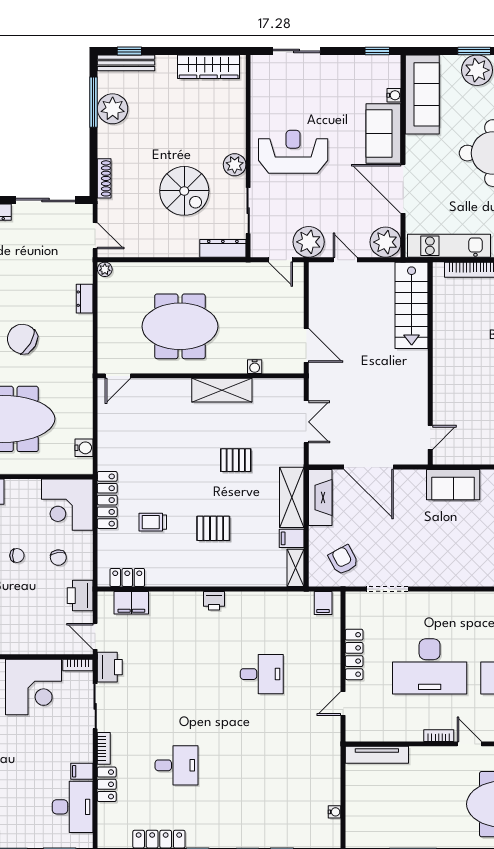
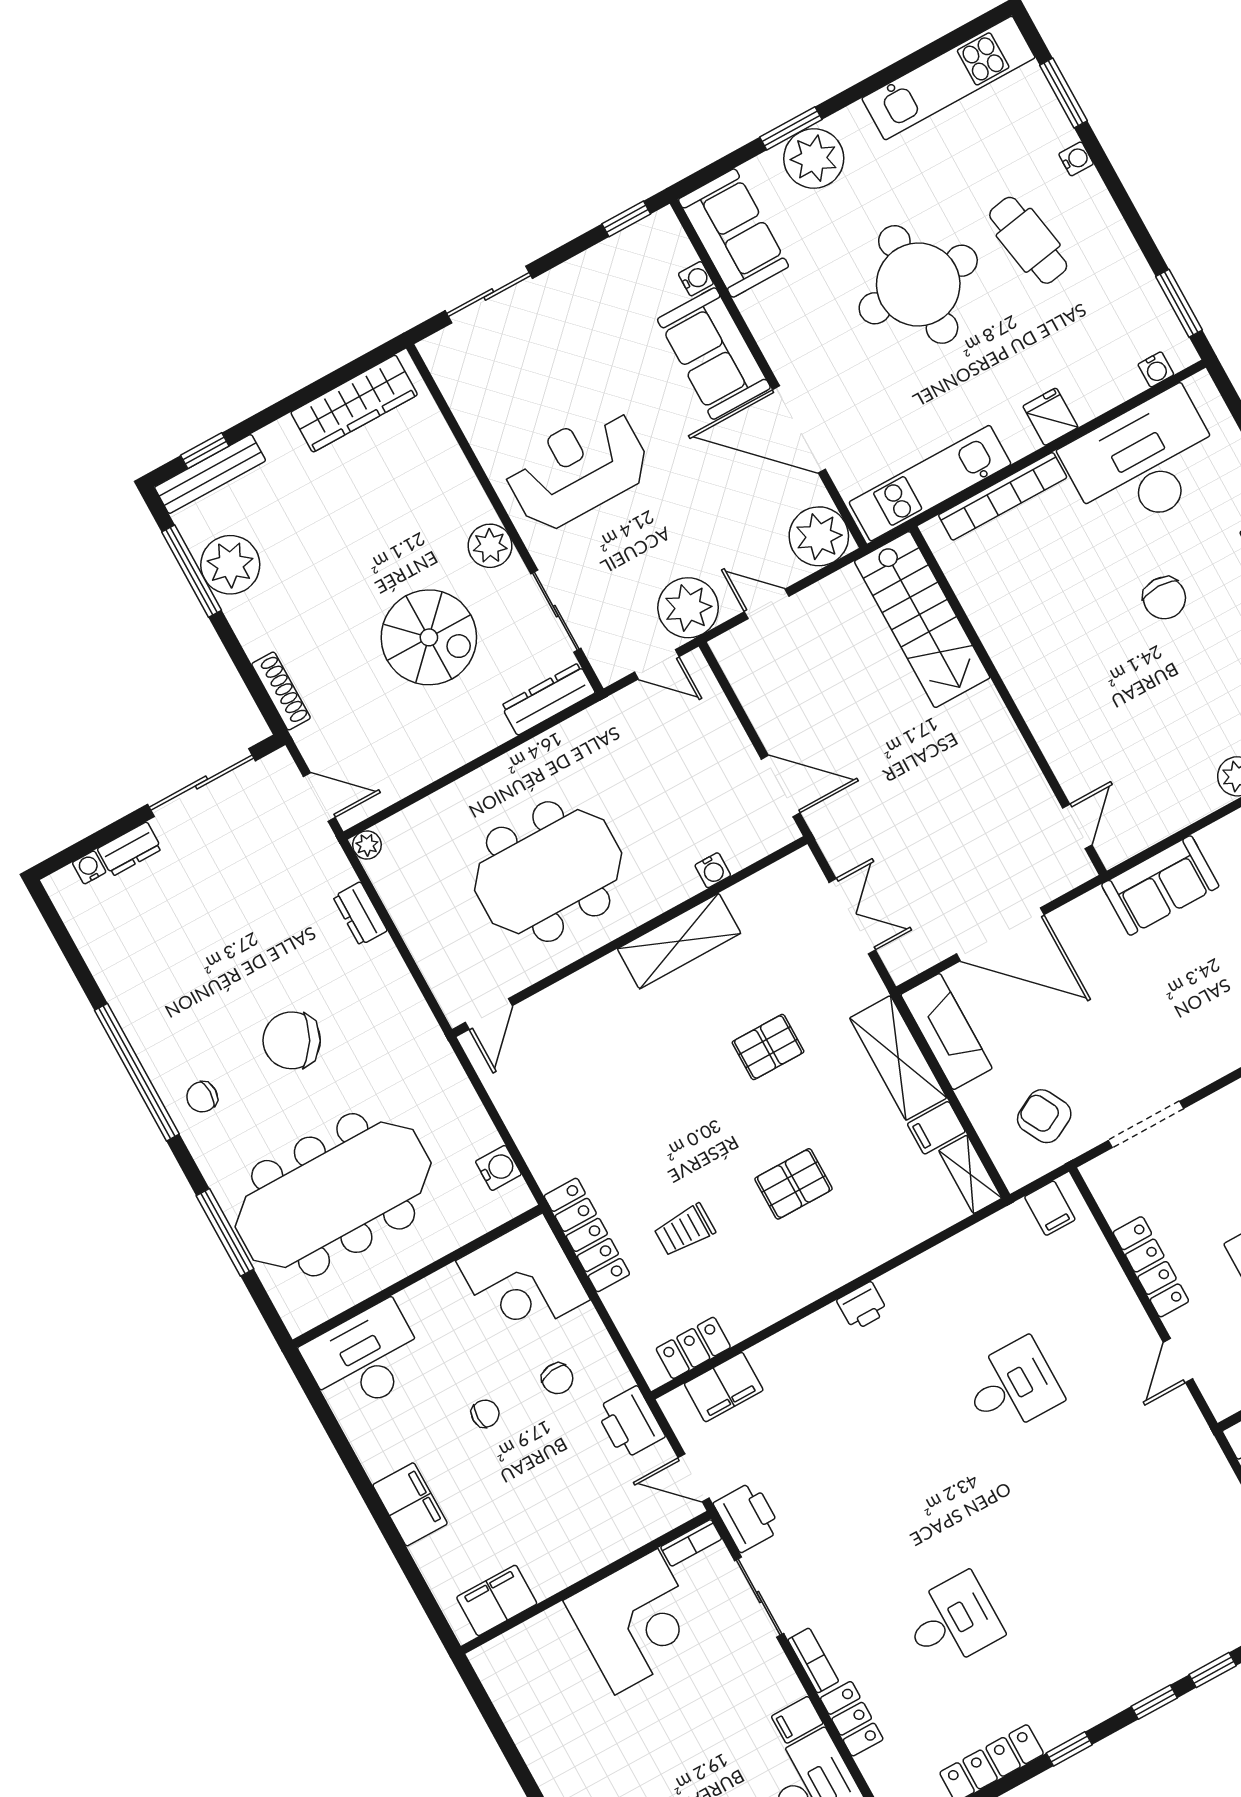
sofa: (422, 94) -> (733, 233), width x0.73

